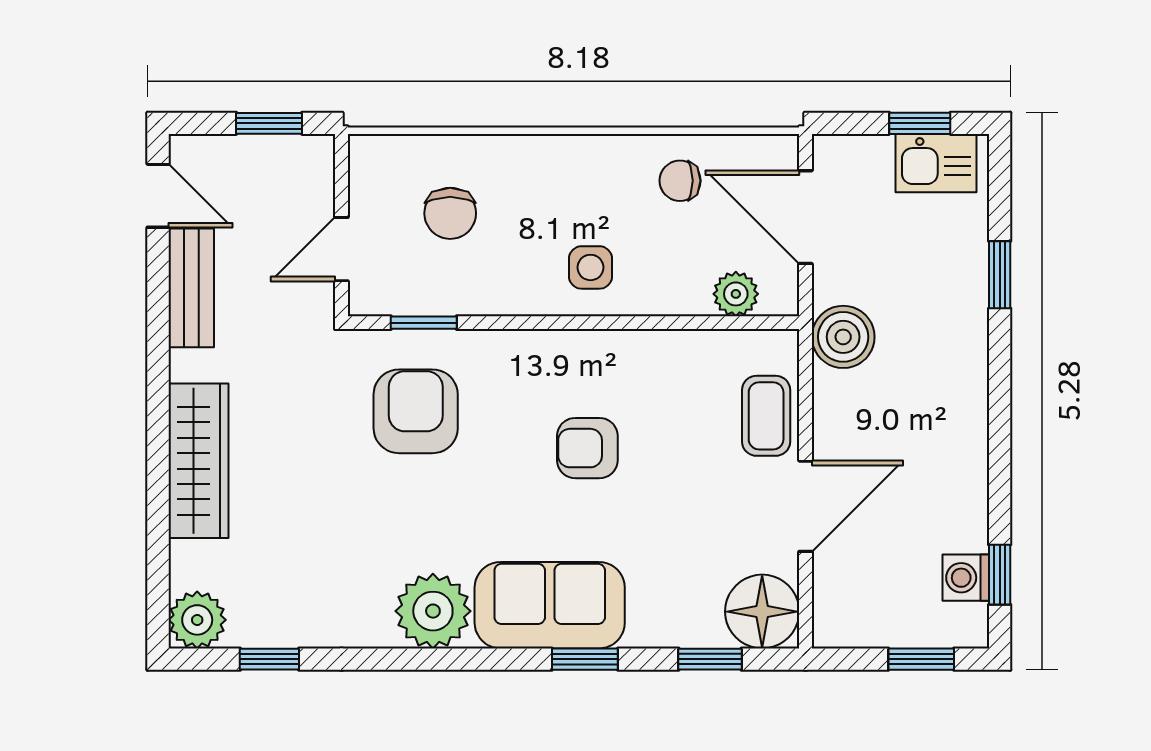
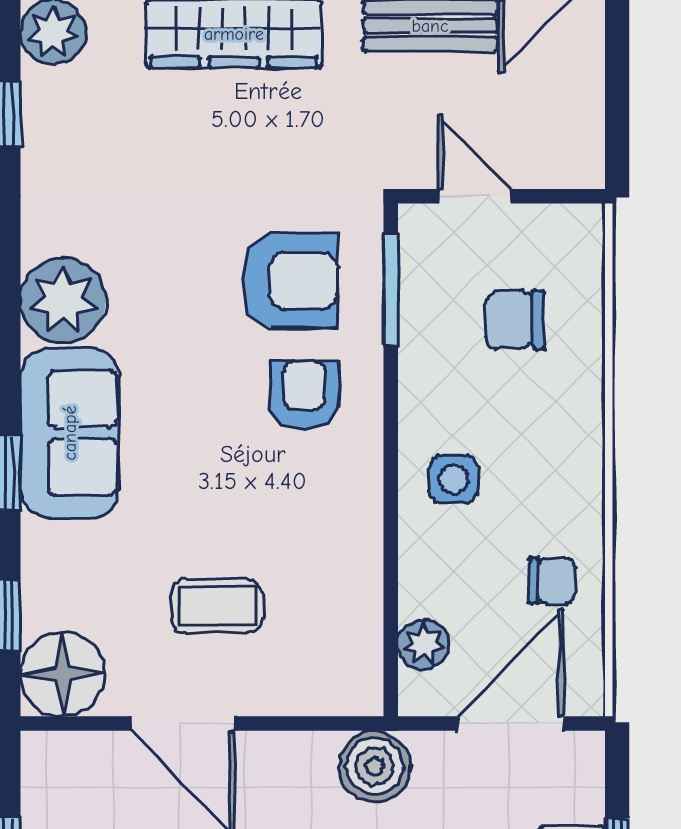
window: (269, 123) -> (617, 114), removed
chair: (680, 181) -> (552, 581), turned 90
window: (424, 323) -> (391, 290), width x1.50
coffee table: (766, 416) -> (217, 606), moved
armchair: (587, 448) -> (304, 395), moved

